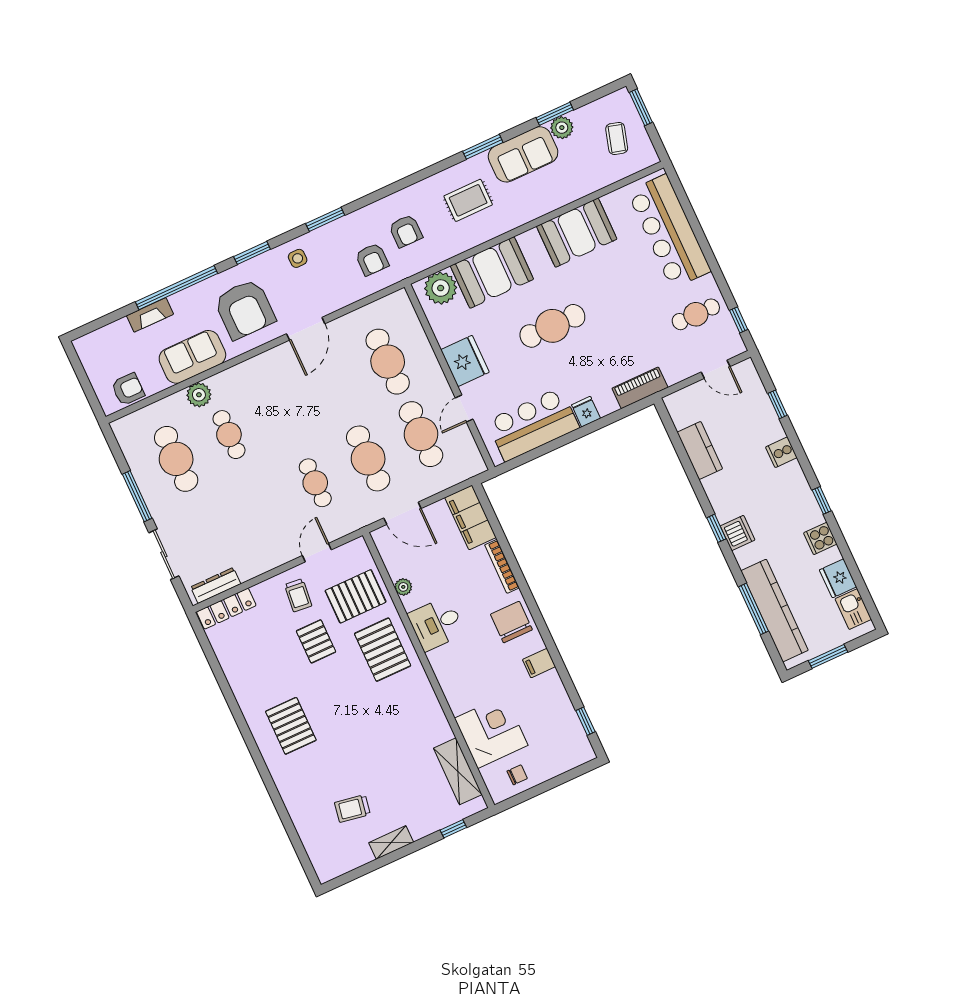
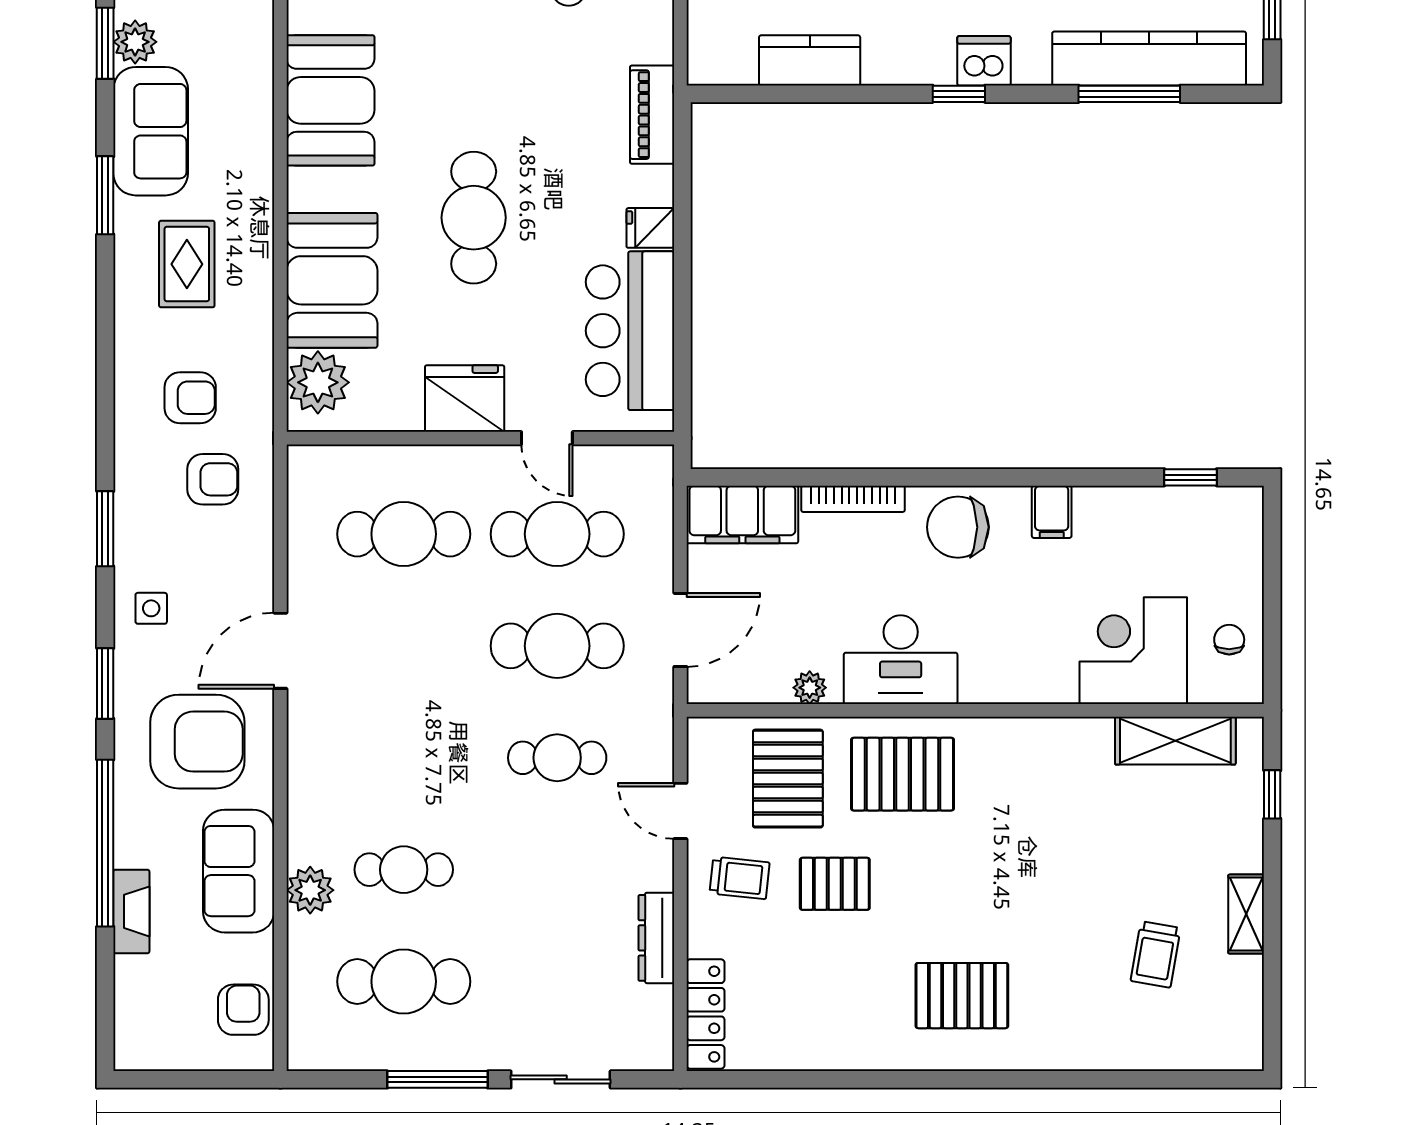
door: (306, 329) -> (280, 651), swing flipped
dresser: (216, 585) -> (656, 938), moved
desk: (436, 624) -> (901, 660), width x1.37

